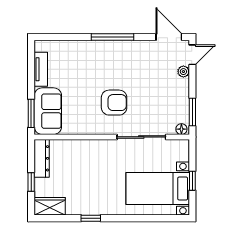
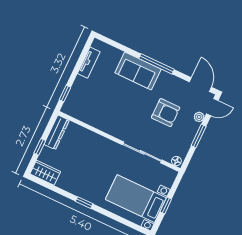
armchair: (114, 103) -> (166, 113), moved
sofa: (48, 111) -> (138, 71), moved, turned 90
window: (192, 112) -> (199, 136), moved
window: (31, 113) -> (65, 93), width x0.67
window: (91, 218) -> (84, 203), moved

